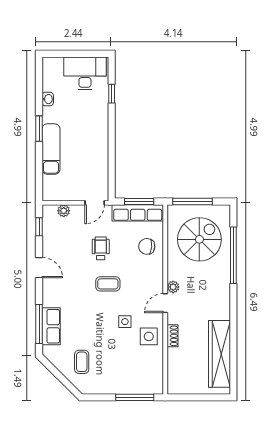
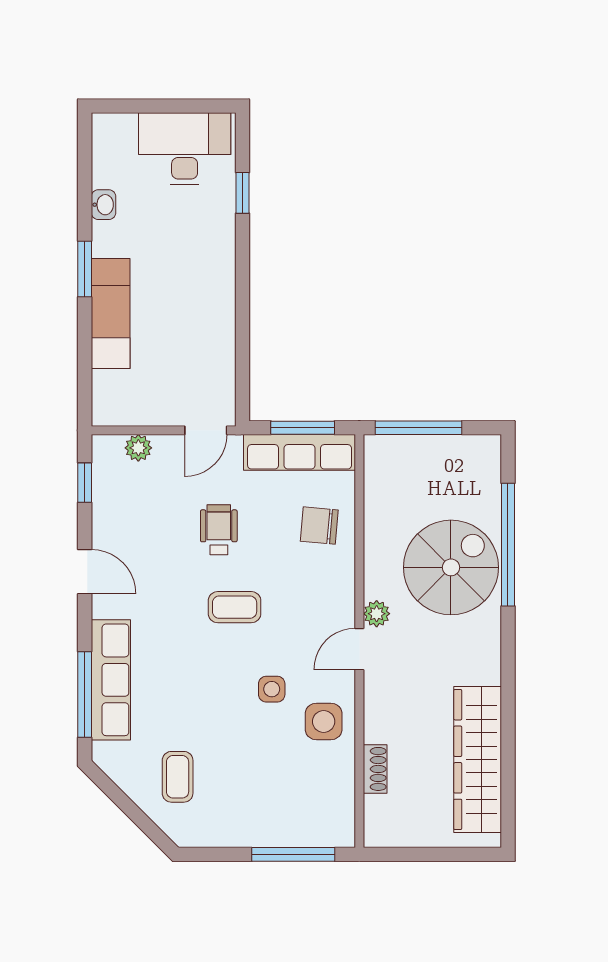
spiral stairs: (199, 239) -> (451, 567), moved
row of seats: (51, 326) -> (111, 680), width x1.48
shoe rack: (172, 336) -> (375, 769), moved

